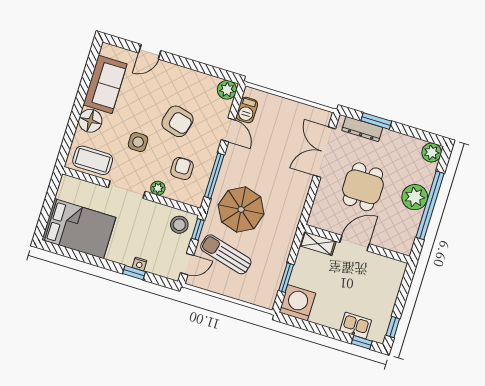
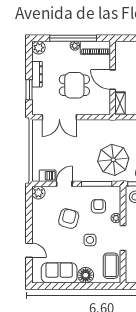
dresser: (362, 129) -> (37, 74), moved
armchair: (182, 169) -> (98, 206), turned 90
plant: (415, 197) -> (75, 46), width x0.53, depth x0.53
piano: (407, 233) -> (95, 48), added

